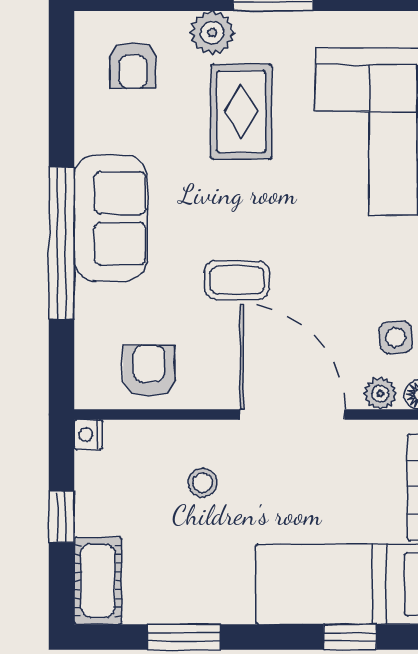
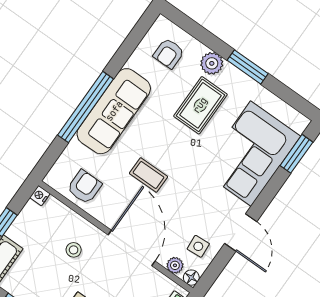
sofa: (111, 218) -> (114, 111), width x1.36

